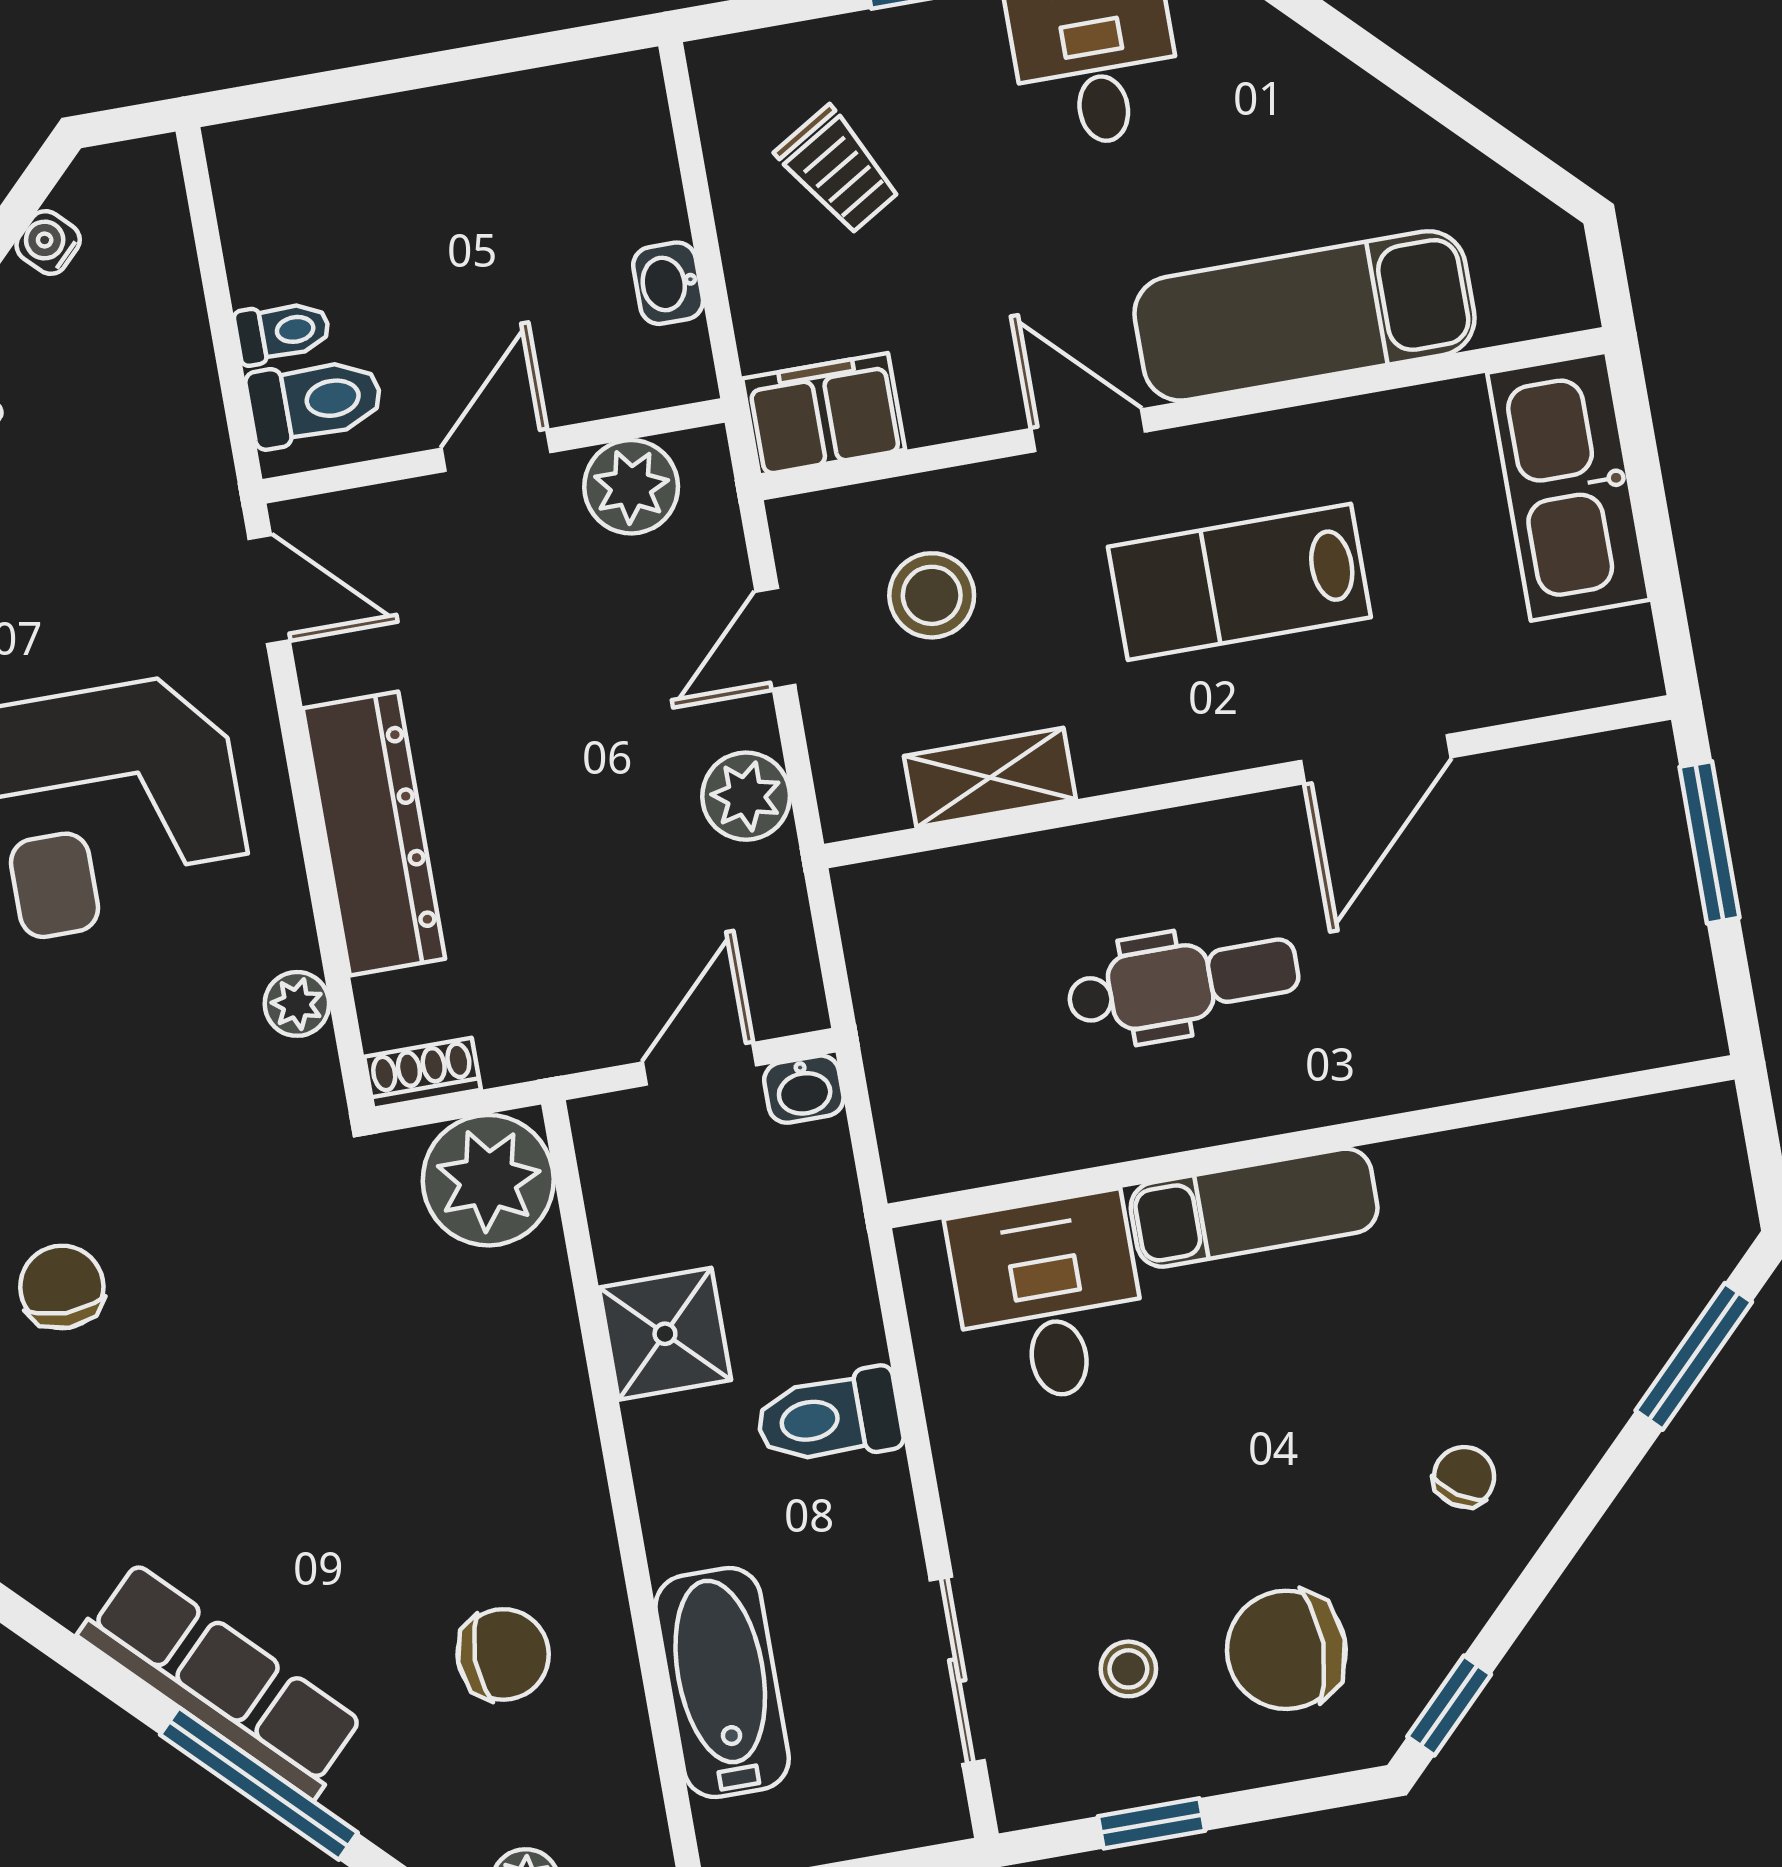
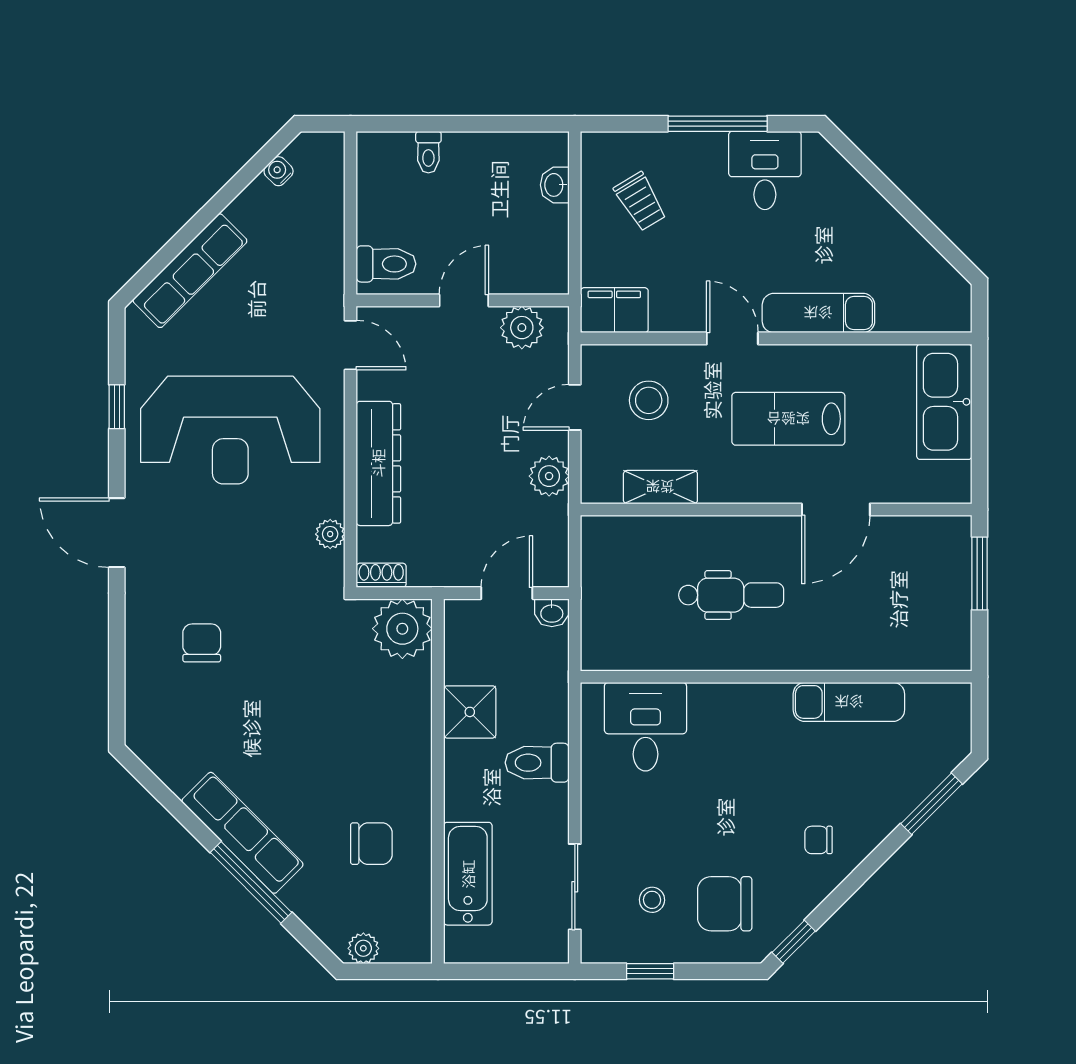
washbasin: (668, 283) -> (555, 185), moved
exam couch: (1304, 316) -> (818, 313), width x0.73, depth x0.69
toilet: (283, 332) -> (428, 152), moved, turned 90
exam couch: (1254, 1208) -> (849, 702), moved
chair: (1464, 1477) -> (819, 840), turned -124

